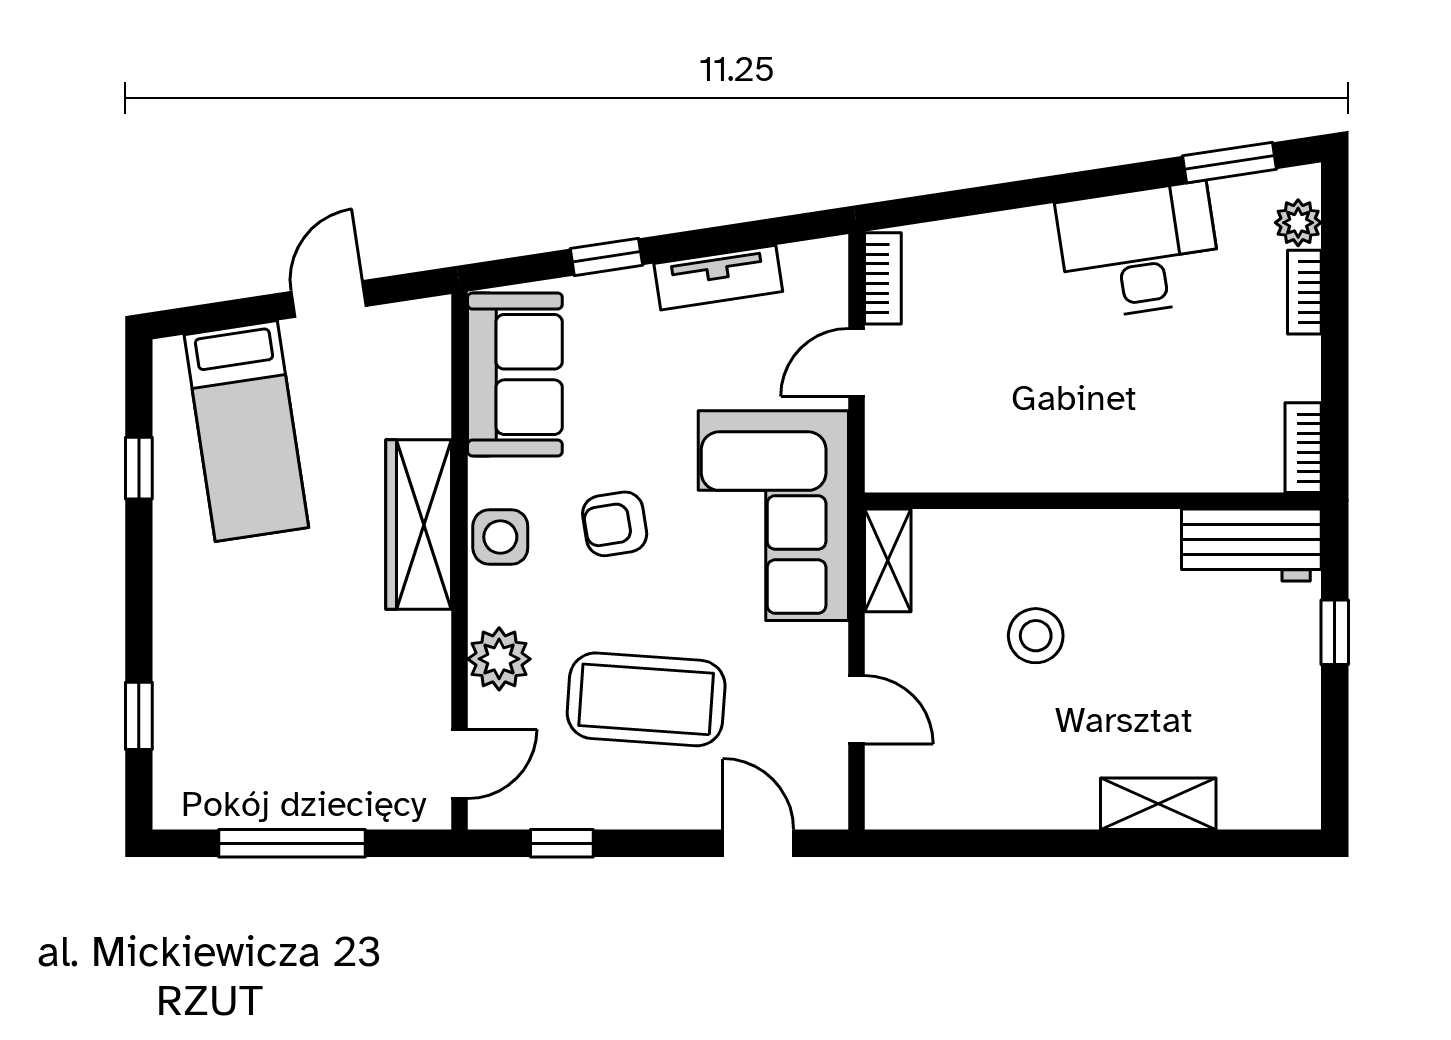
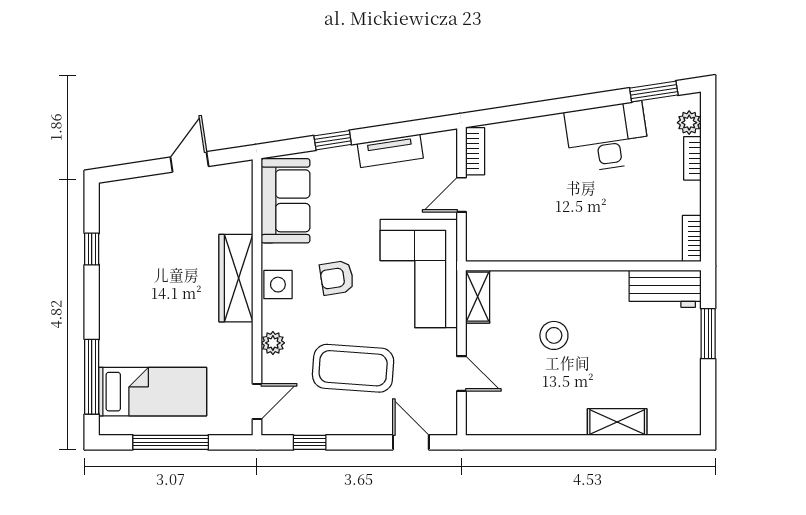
bed: (246, 431) -> (153, 392), moved, turned -81
window: (1335, 632) -> (708, 334), width x1.50
plant: (499, 659) -> (273, 343), width x0.73, depth x0.73
window: (139, 716) -> (92, 377), width x2.17

